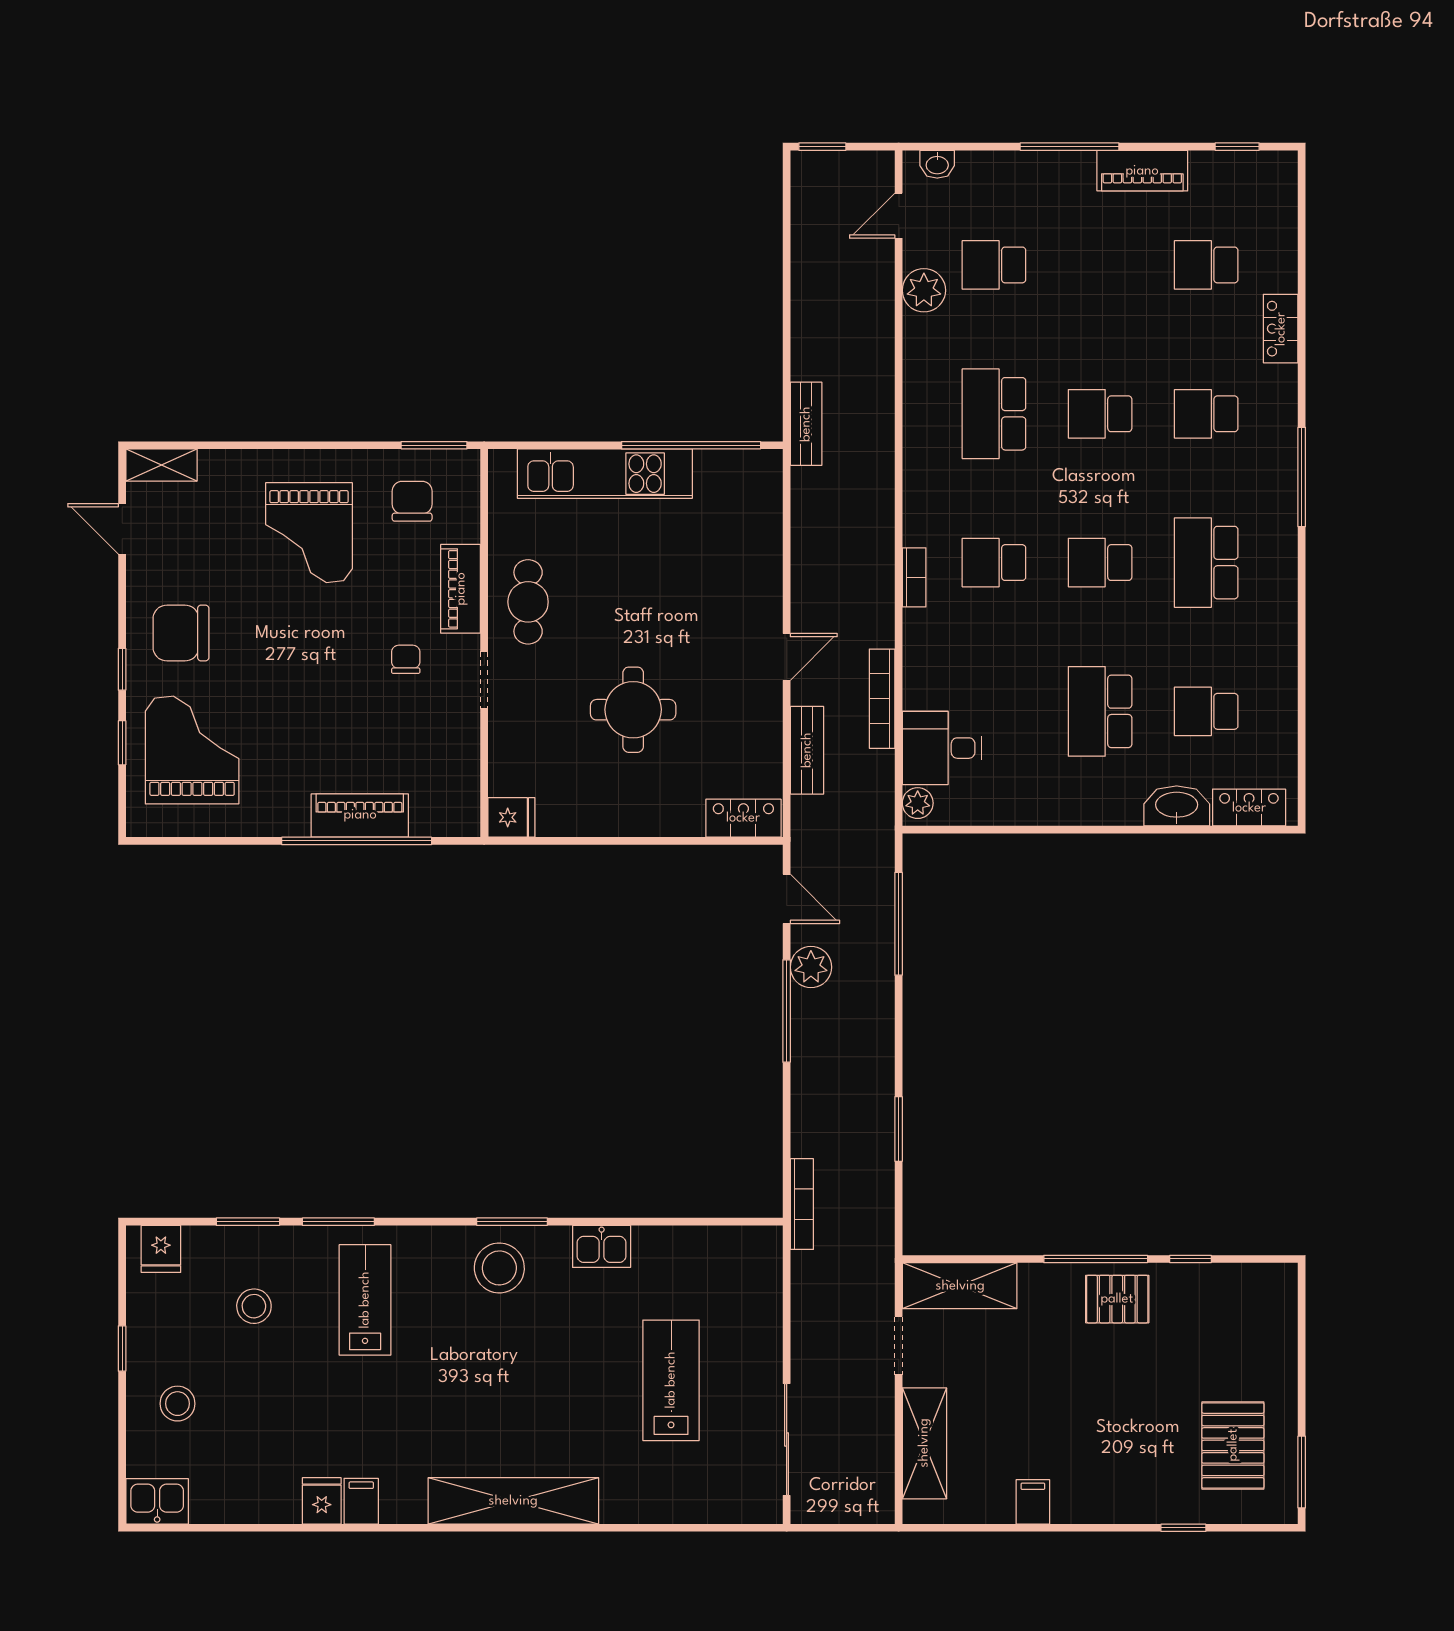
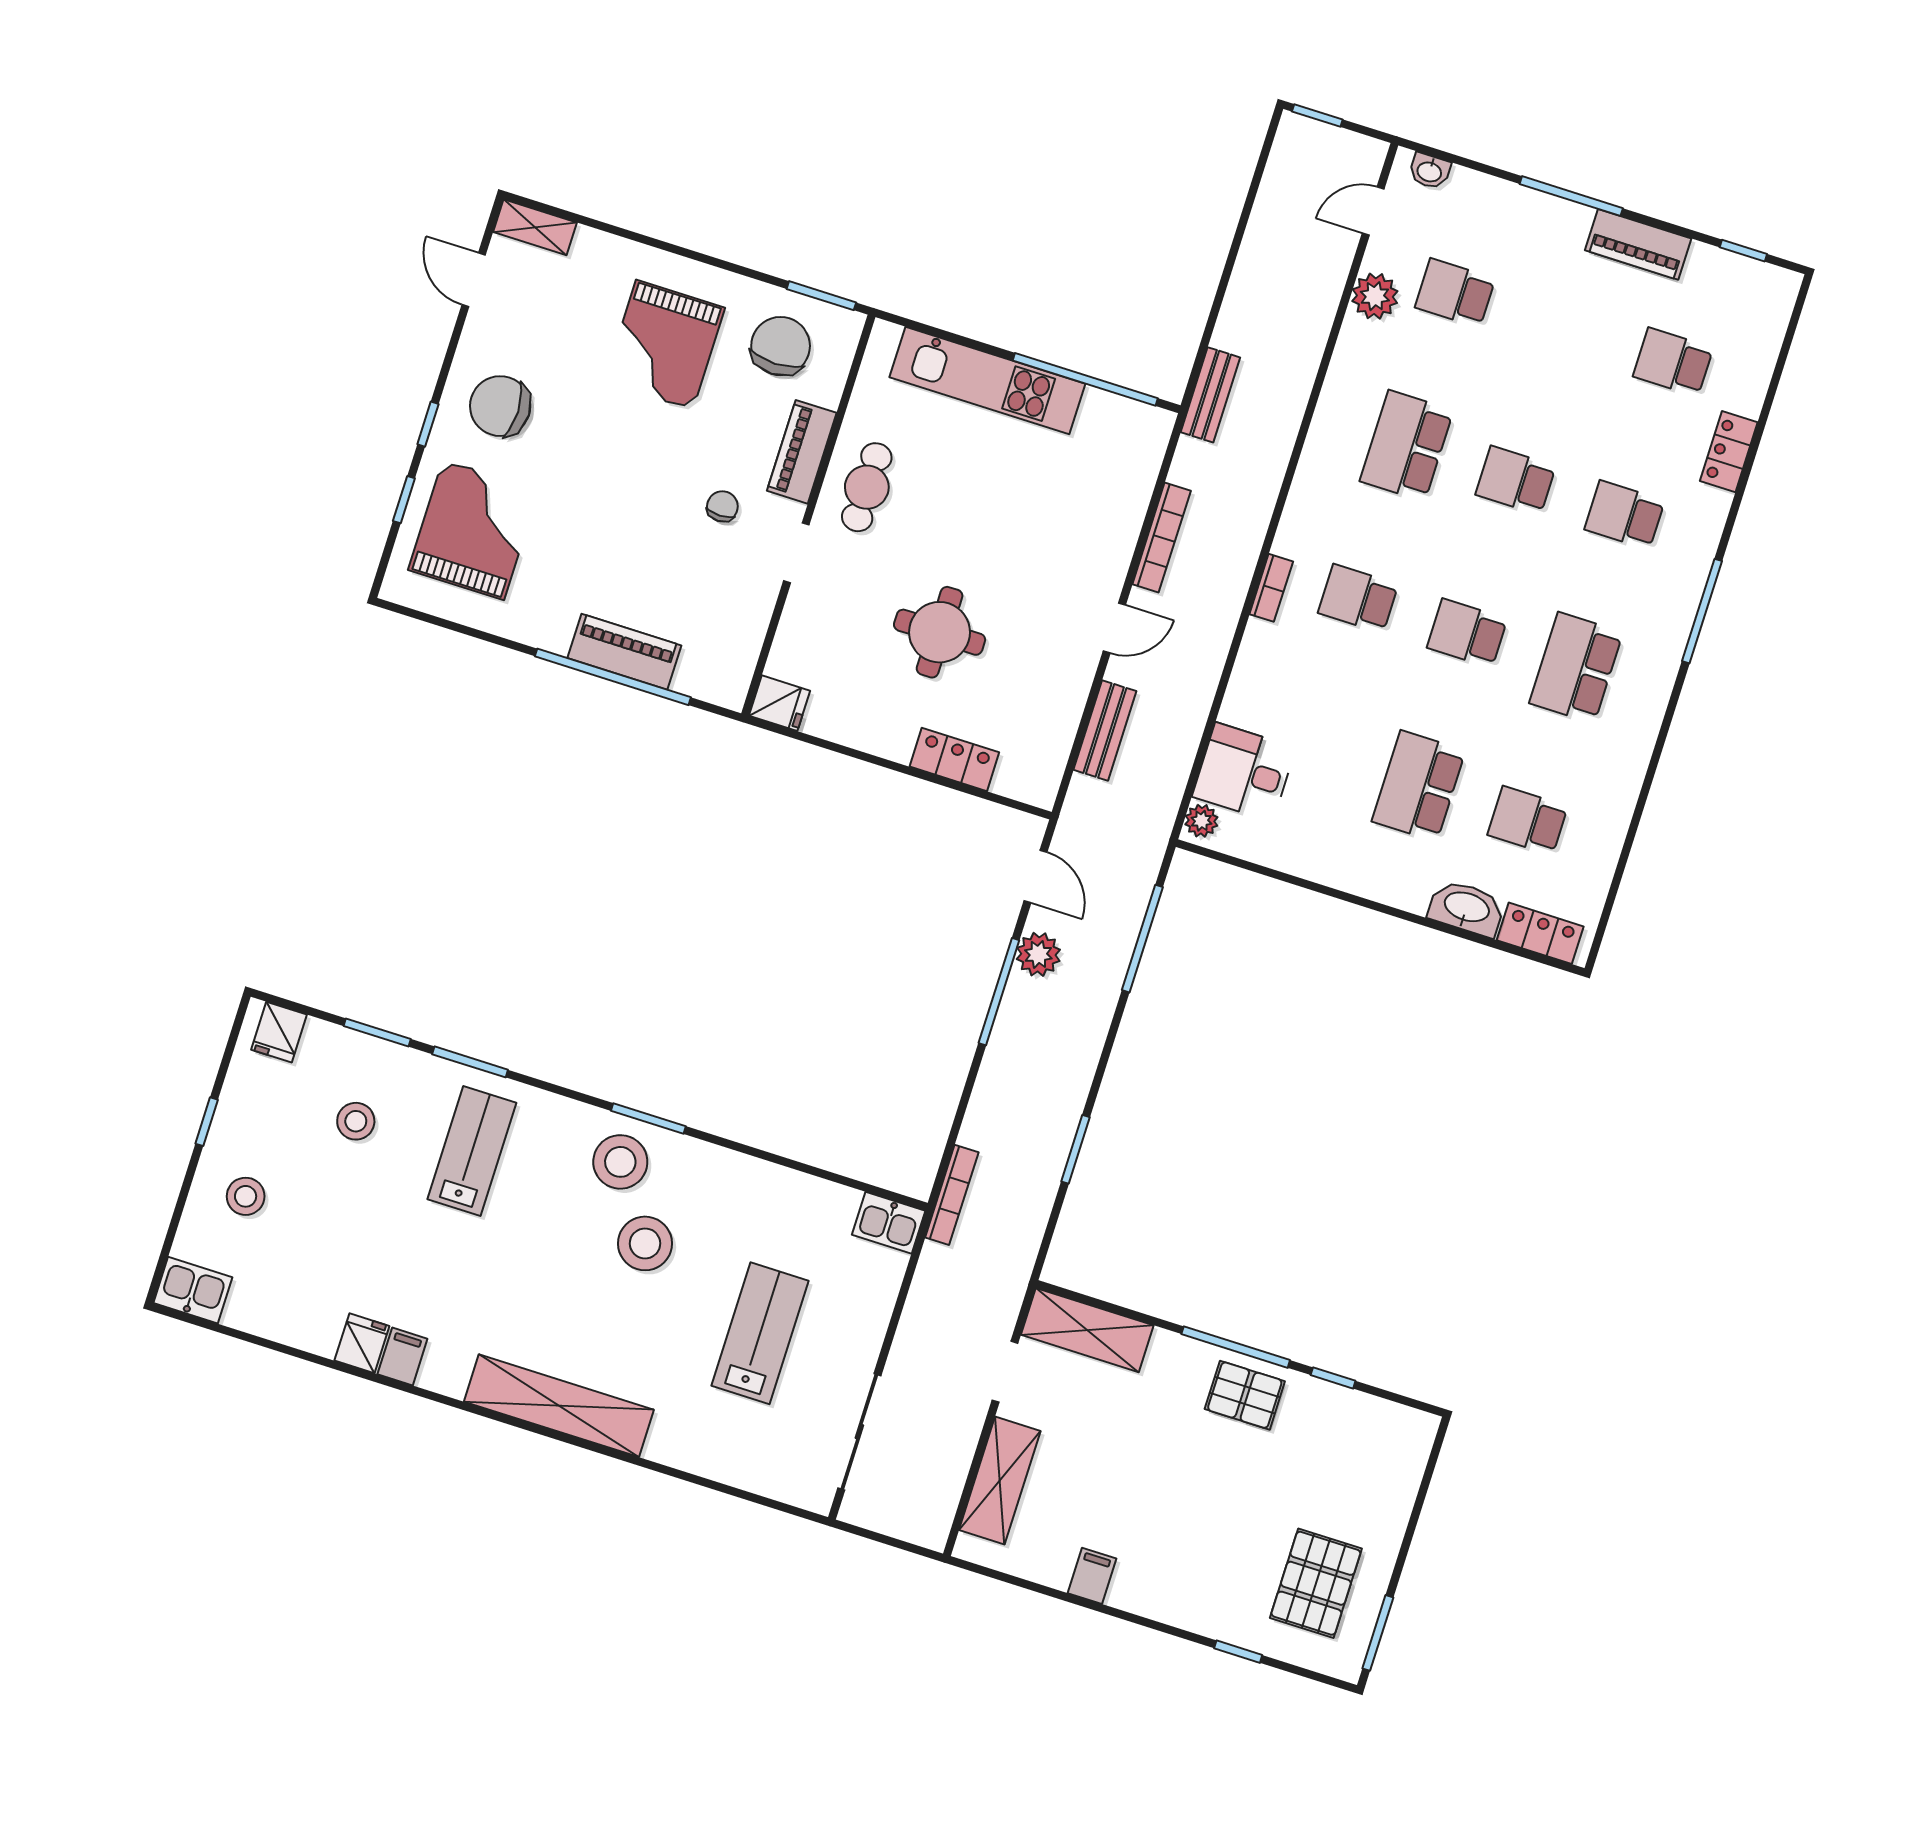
chair: (412, 501) -> (781, 346), width x1.37, depth x1.37
bookcase: (882, 699) -> (1162, 537), moved, turned 180
locker: (743, 818) -> (954, 759), moved
kitchen sink: (602, 1246) -> (889, 1223), moved
stool: (544, 1333) -> (645, 1243), added

